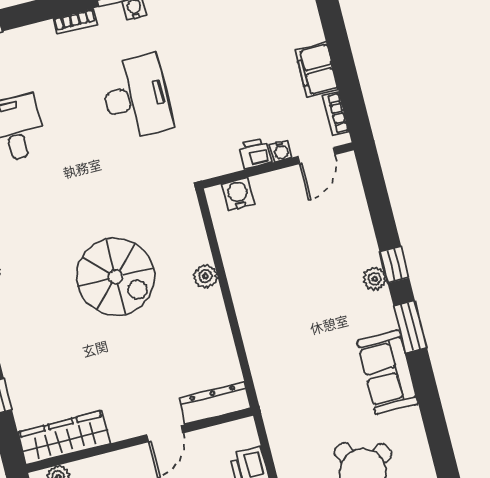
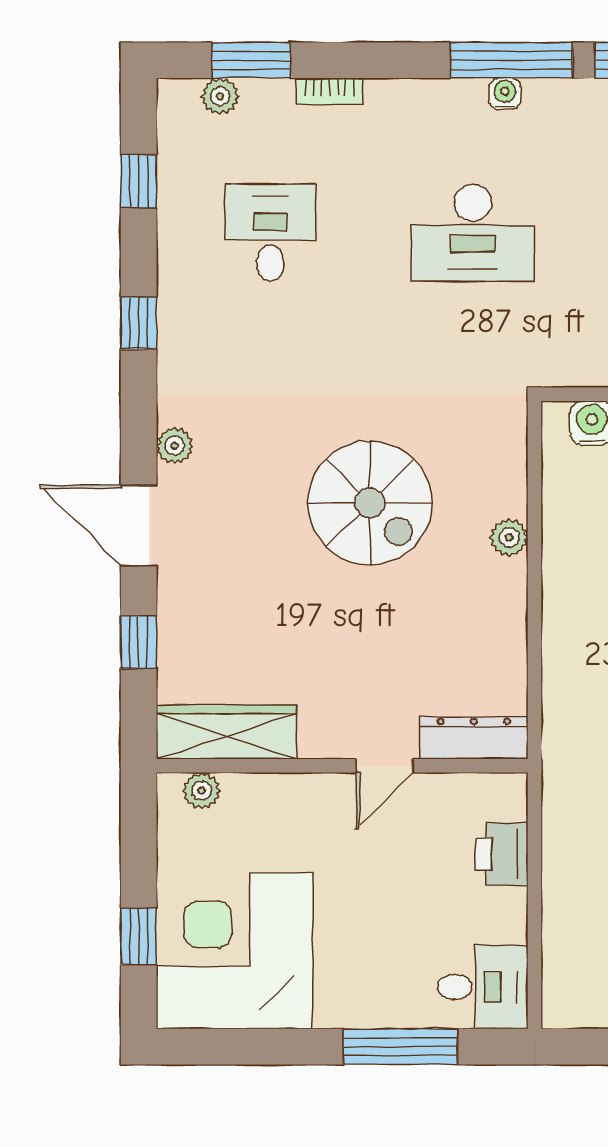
bookcase: (75, 22) -> (330, 91), moved
desk: (136, 97) -> (473, 233), turned 90

